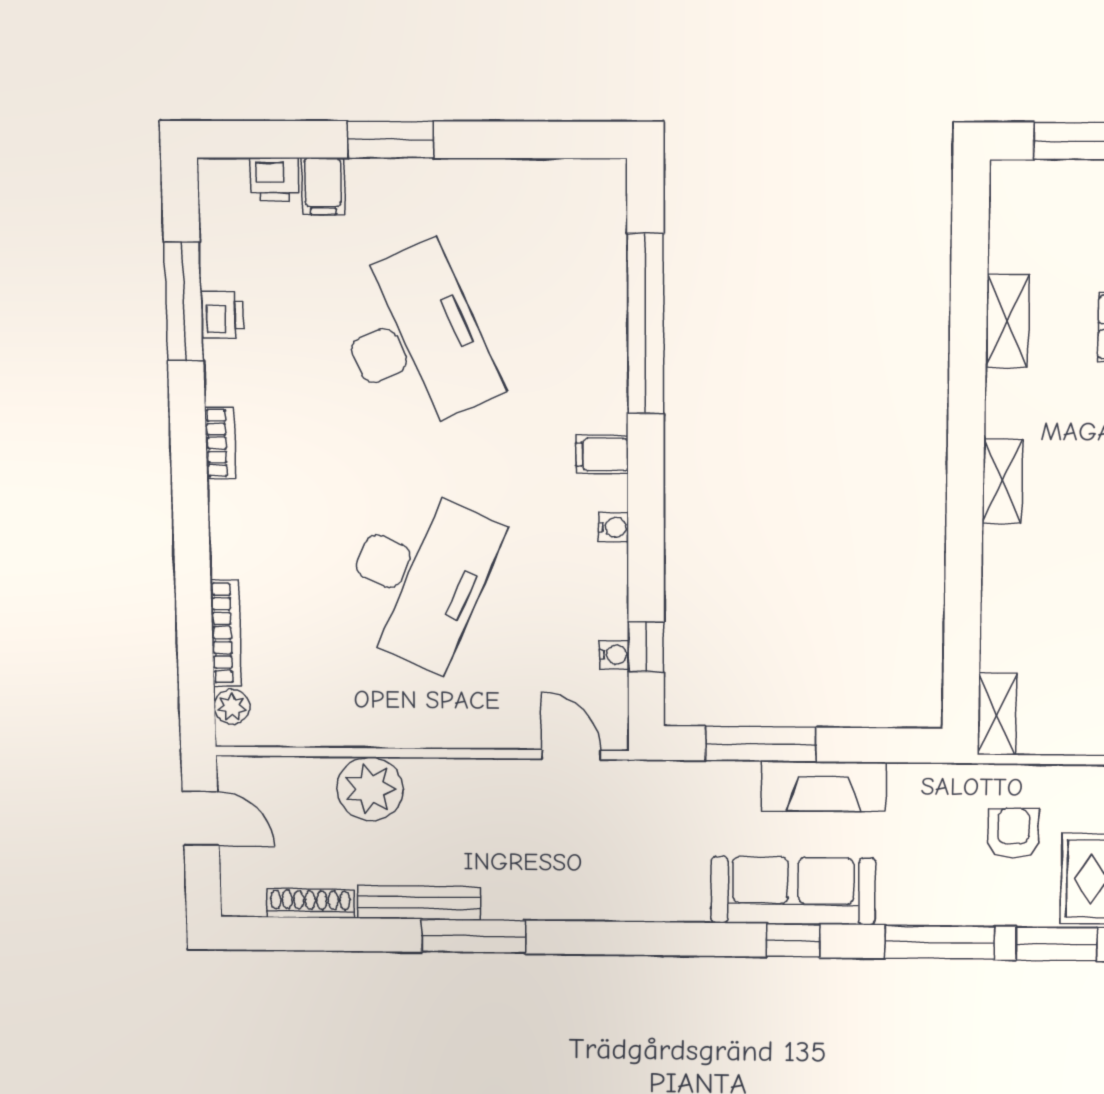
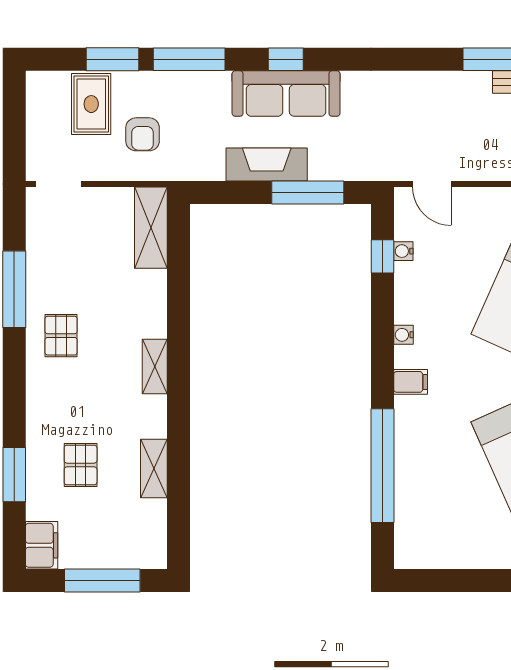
shelving: (997, 714) -> (151, 228), width x1.50, depth x1.33

